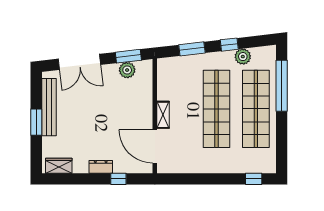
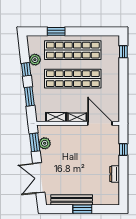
double door: (79, 62) -> (39, 178), swing flipped
shelving: (163, 86) -> (56, 117), added
window: (282, 86) -> (56, 31), width x0.47
door: (155, 146) -> (100, 123), swing flipped
wardrobe: (59, 166) -> (114, 193), removed
dresser: (101, 167) -> (115, 174), moved

